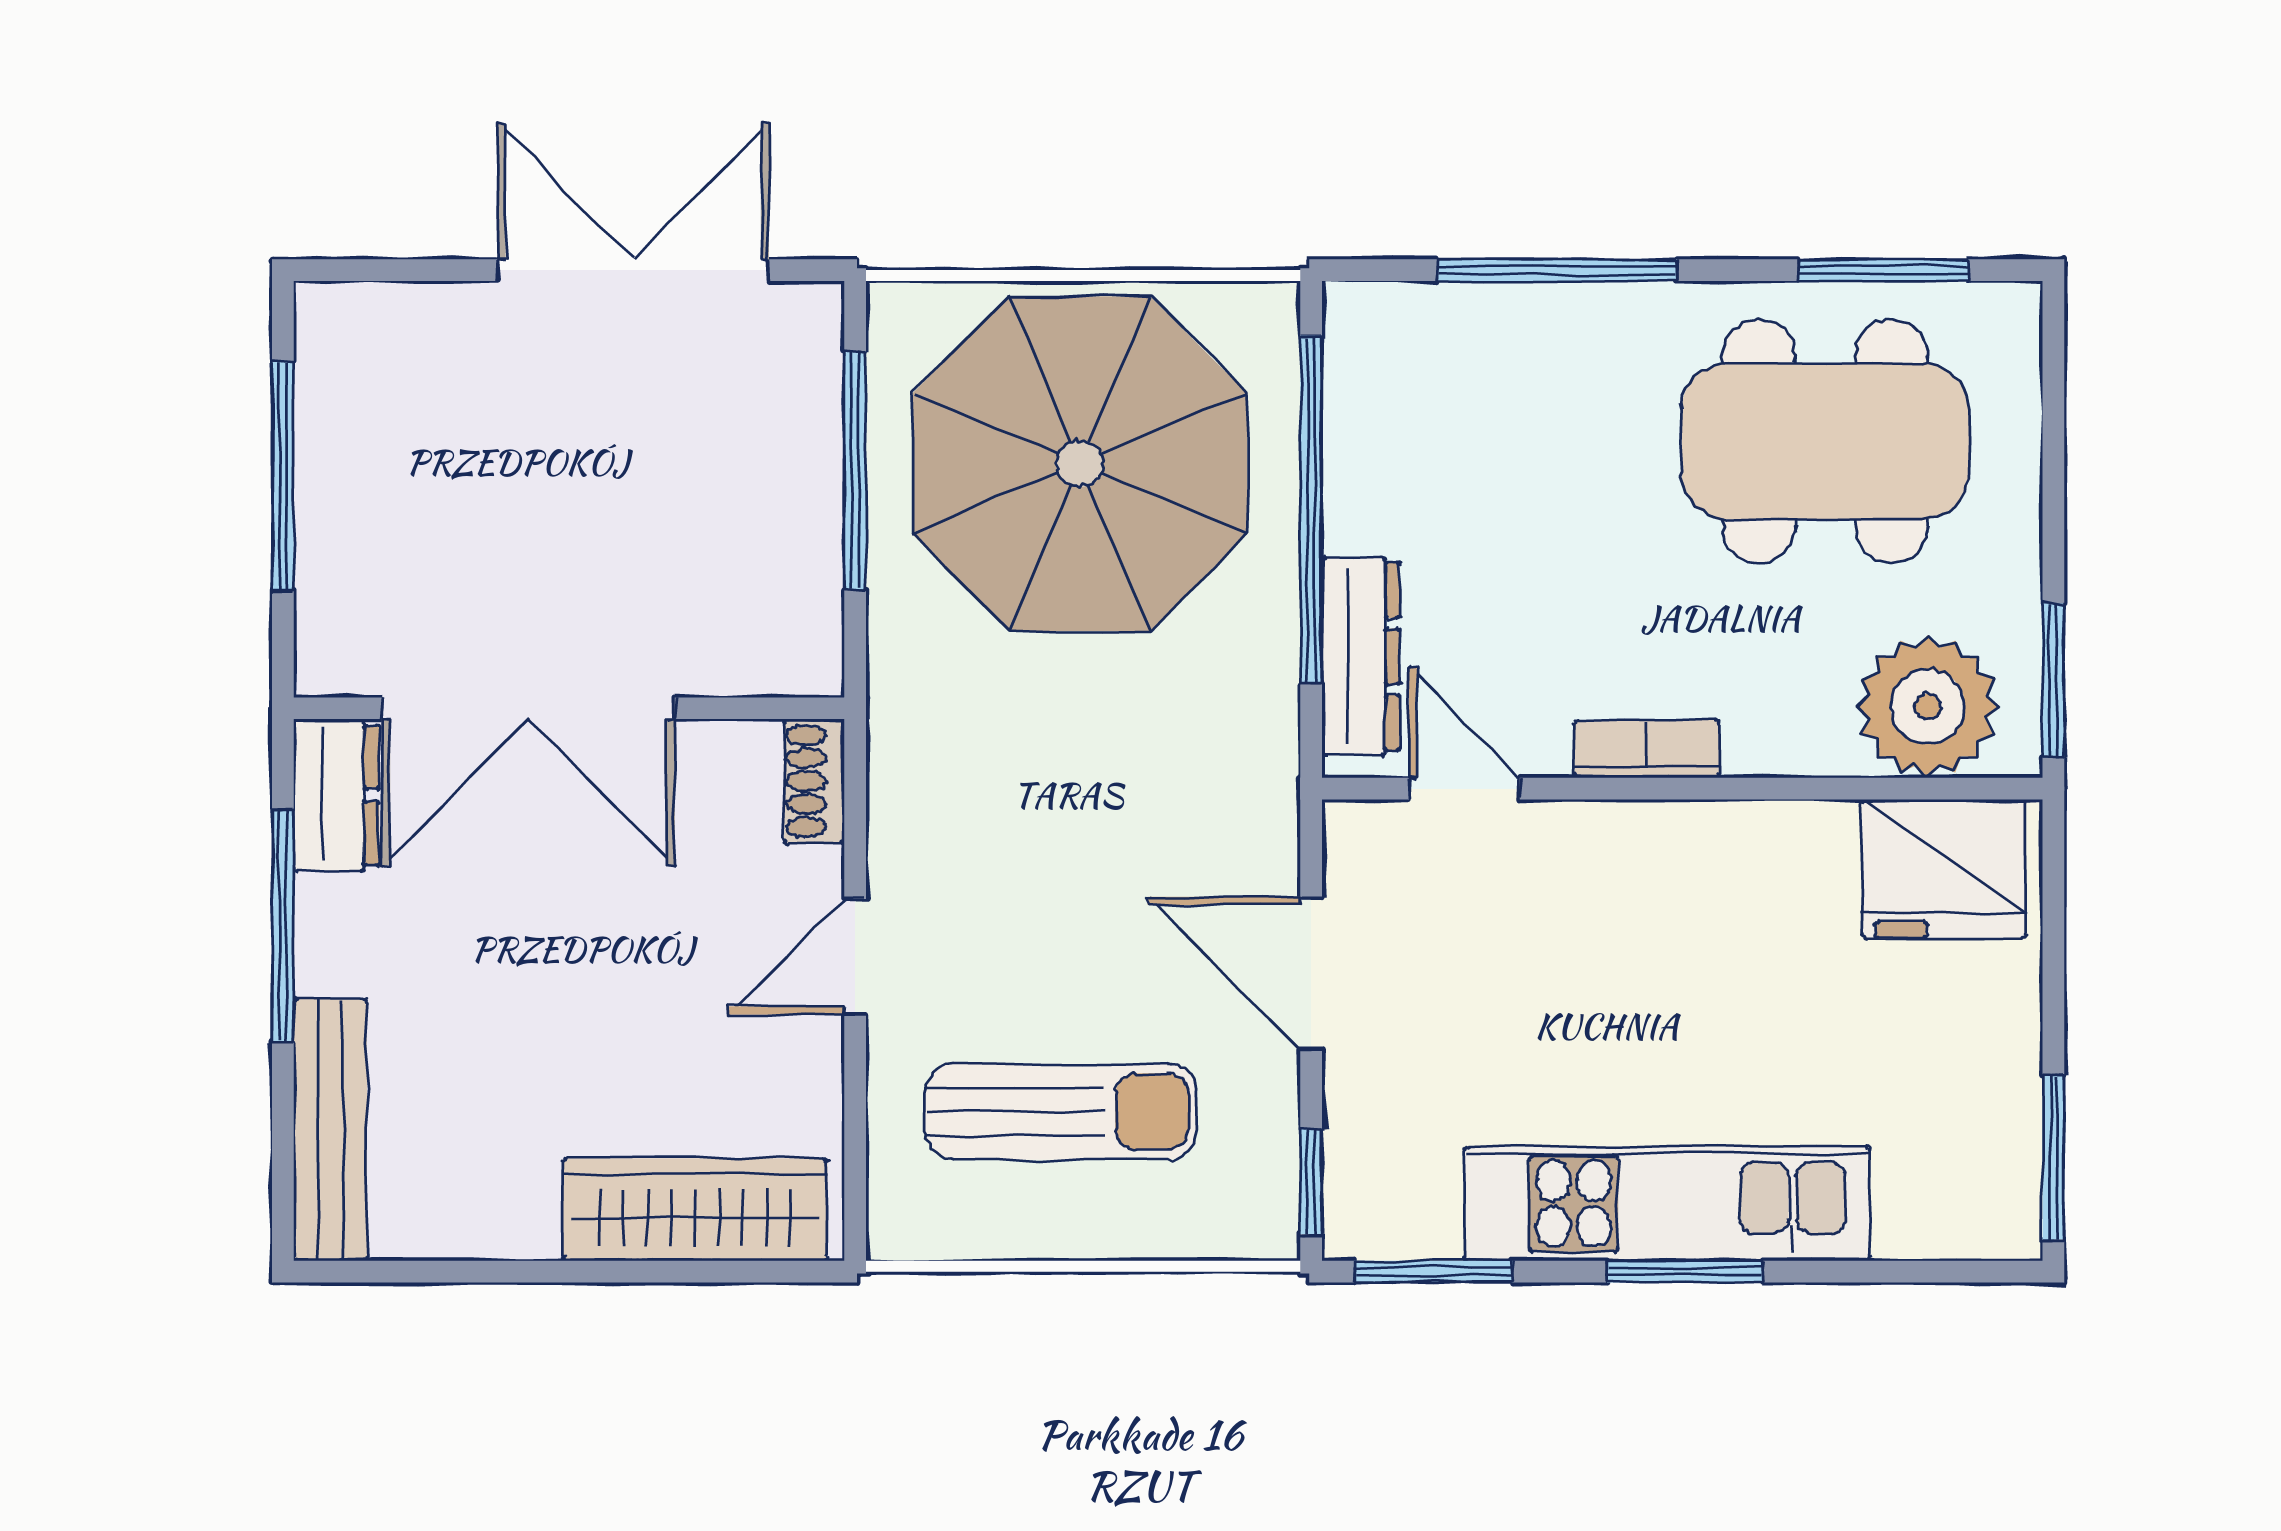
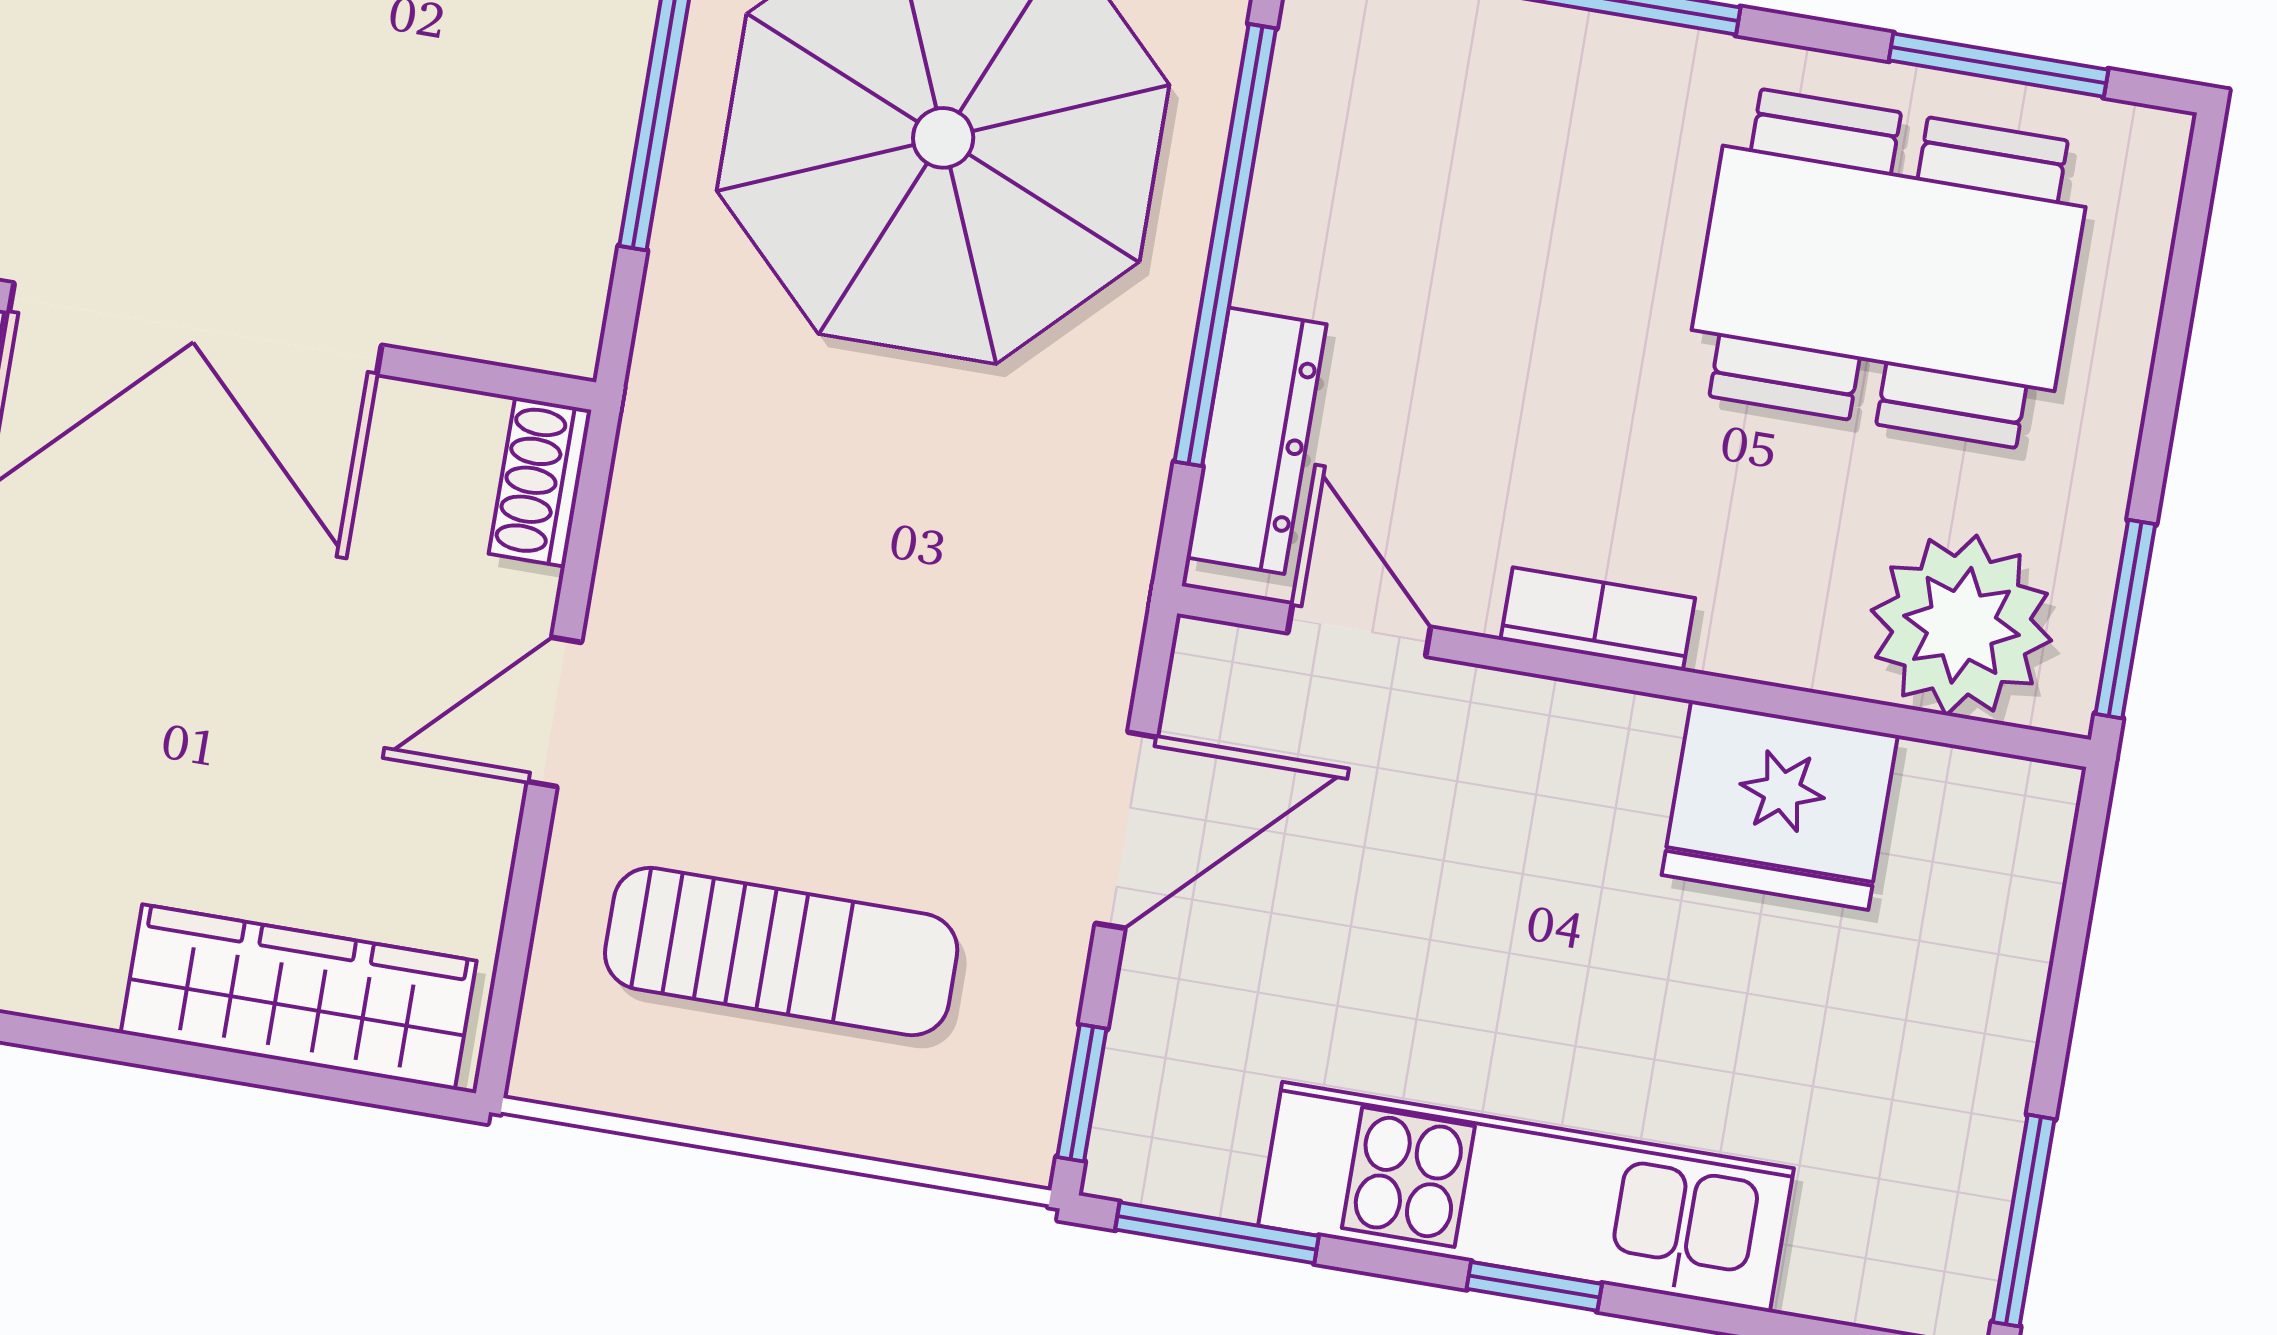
fridge: (1944, 869) -> (1780, 805), moved
door: (1311, 973) -> (1126, 830), swing flipped
window: (1685, 1272) -> (1534, 1286), width x0.67

